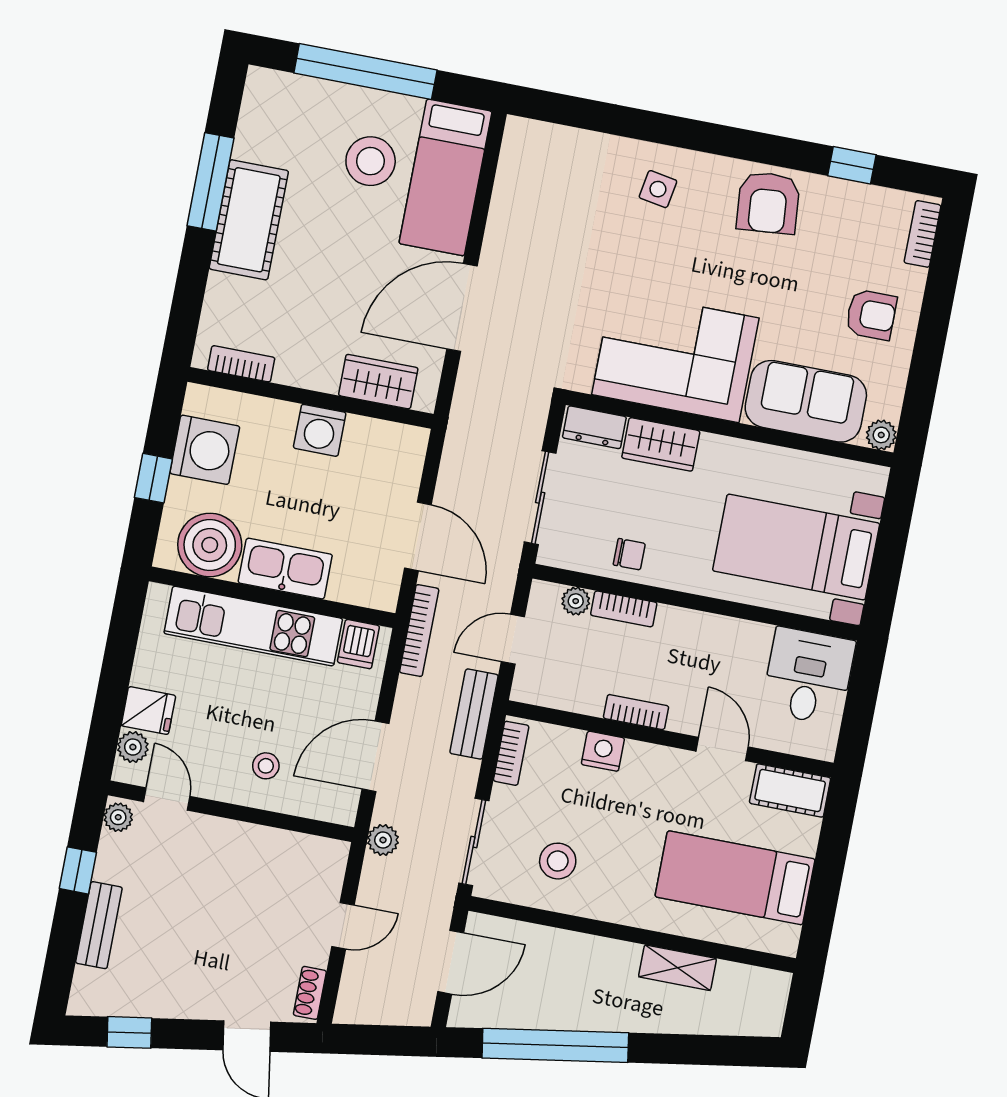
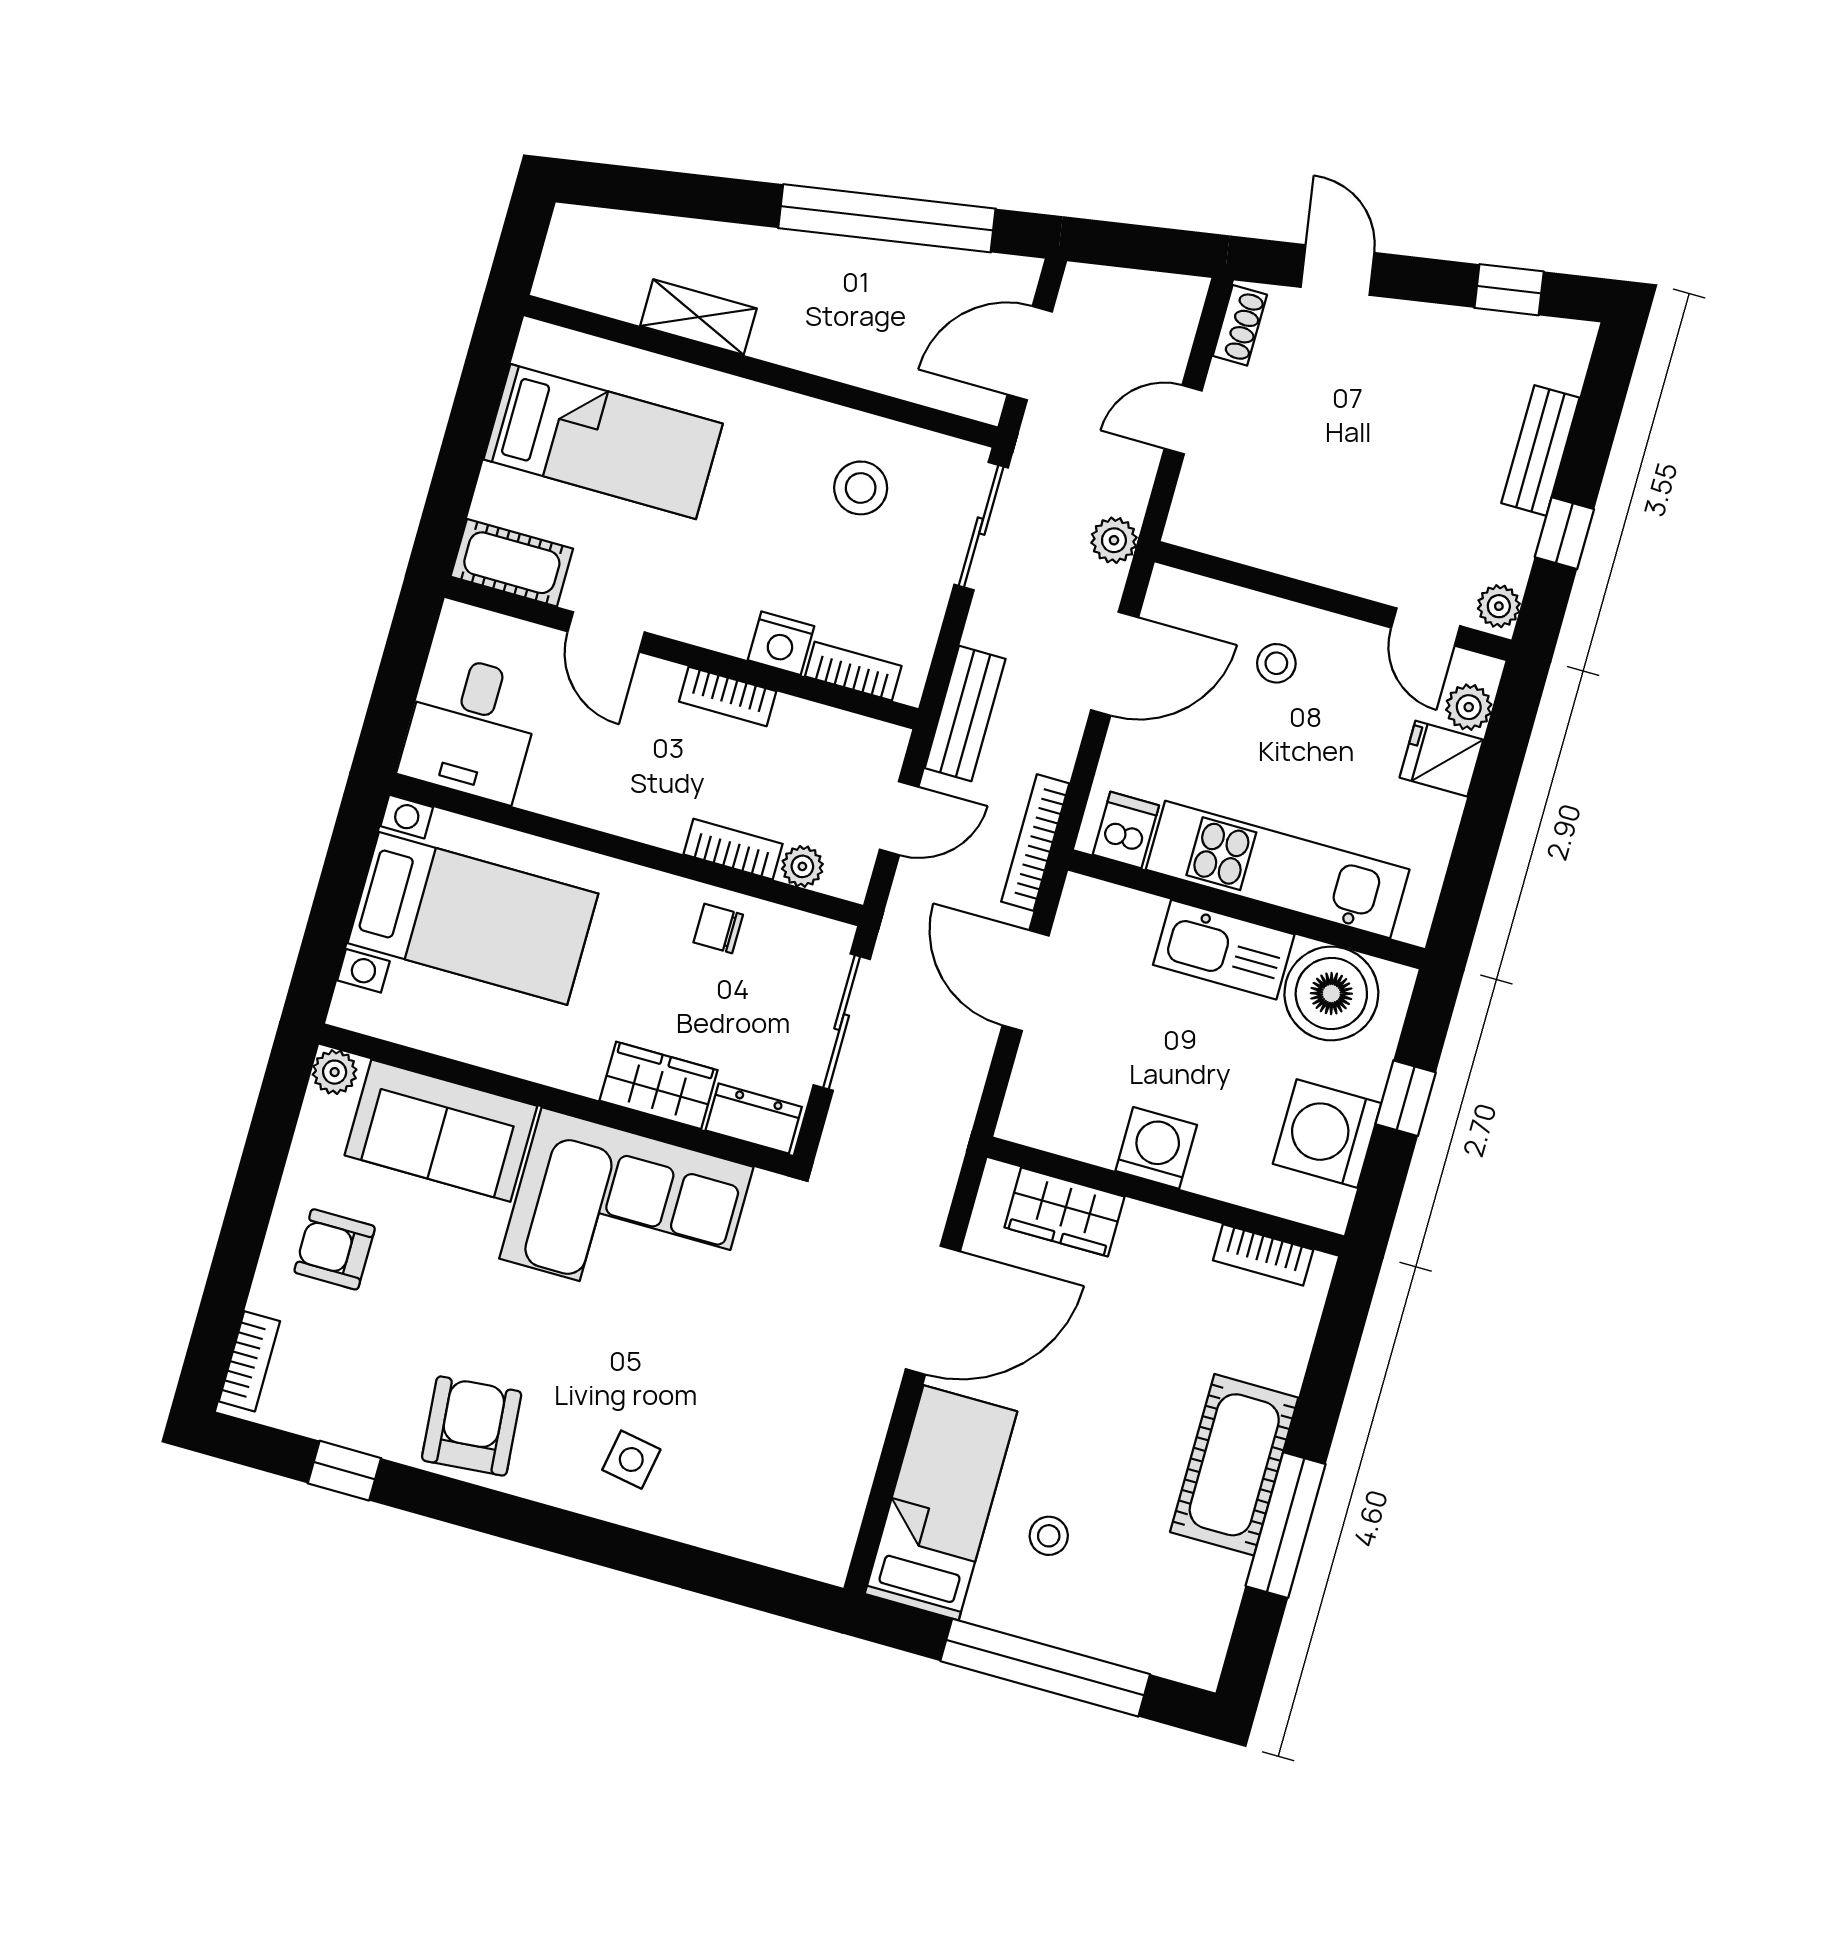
stool: (371, 161) -> (1049, 1536), width x0.53, depth x0.53
bookcase: (511, 753) -> (853, 671), moved, turned 90

